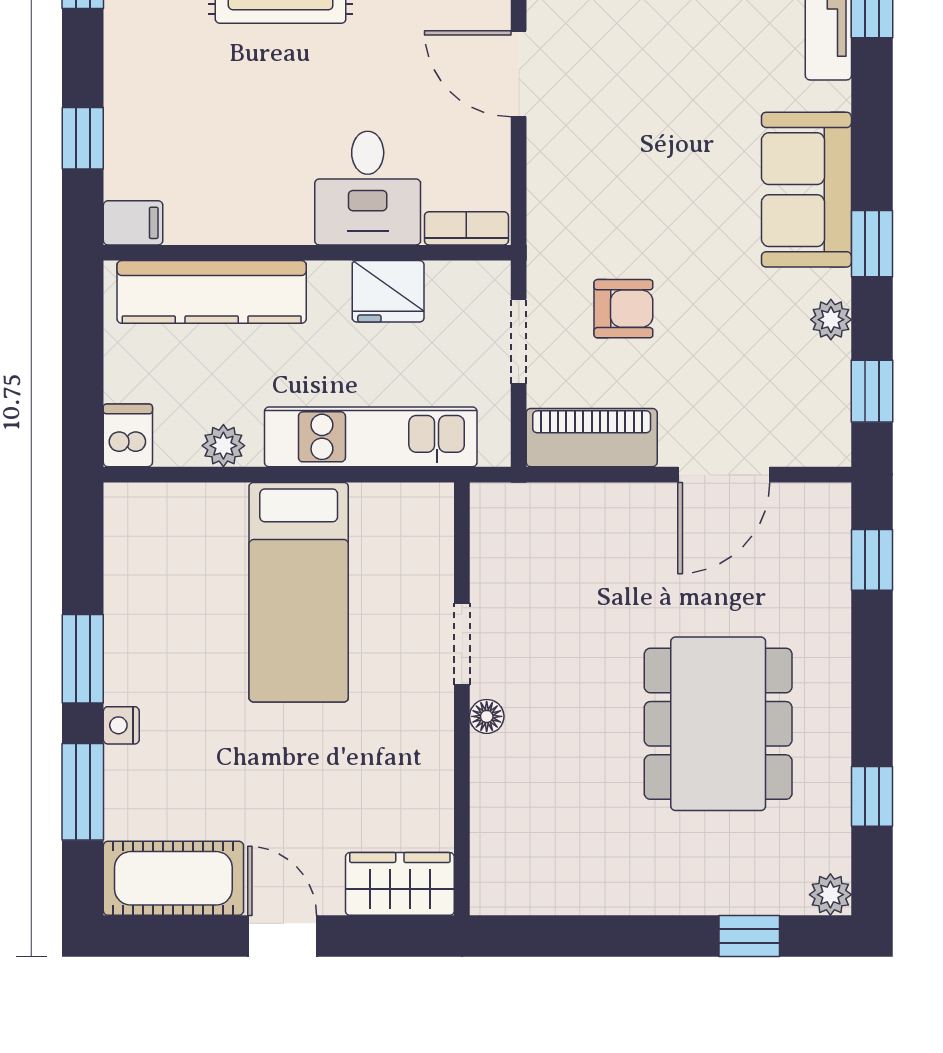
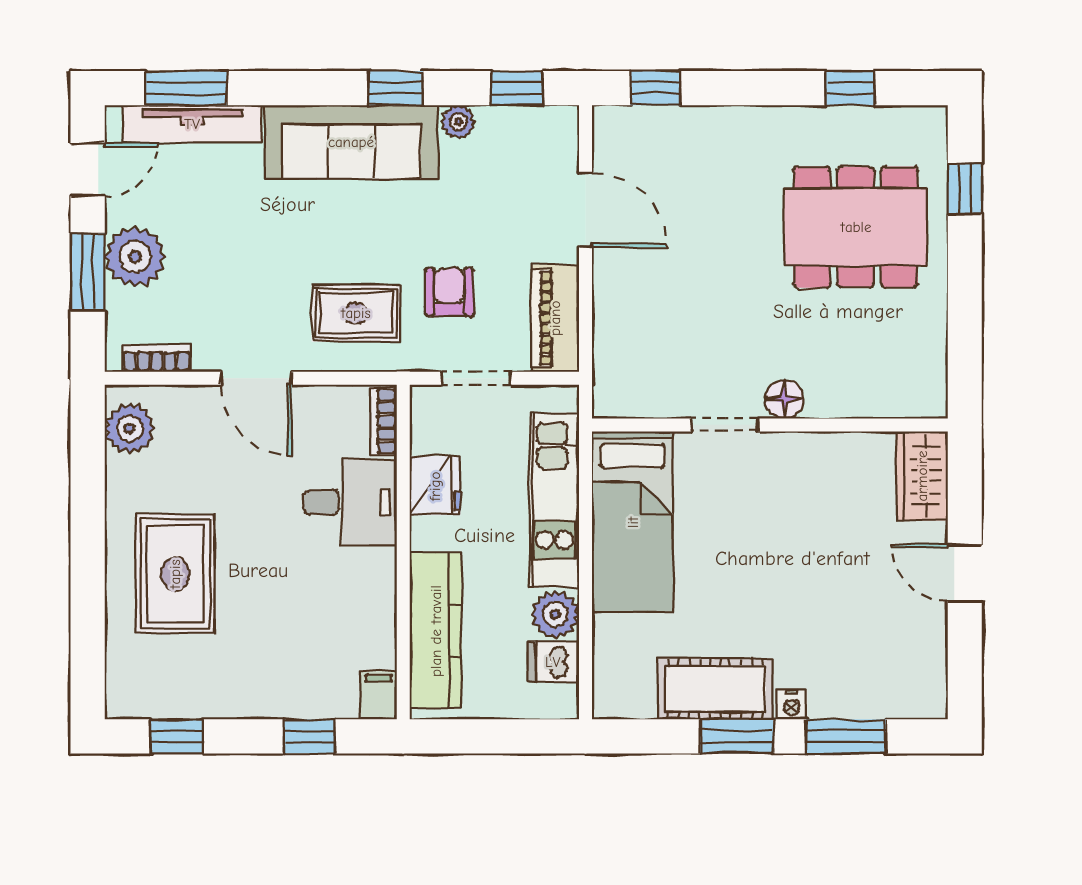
door: (519, 74) -> (256, 378), hinge flipped
sofa: (806, 190) -> (351, 142), width x1.36
rug: (598, 195) -> (356, 313), added
dishwasher: (128, 435) -> (553, 662), moved
plant: (223, 446) -> (555, 614), width x1.38, depth x1.38
bed: (299, 592) -> (633, 522), moved, turned 90
floor lamp: (487, 716) -> (784, 399), width x1.37, depth x1.37
dining table: (718, 724) -> (856, 227), moved
cot: (173, 878) -> (715, 689), moved, turned 90
plant: (830, 895) -> (931, 122), removed
door: (282, 936) -> (965, 573), hinge flipped

